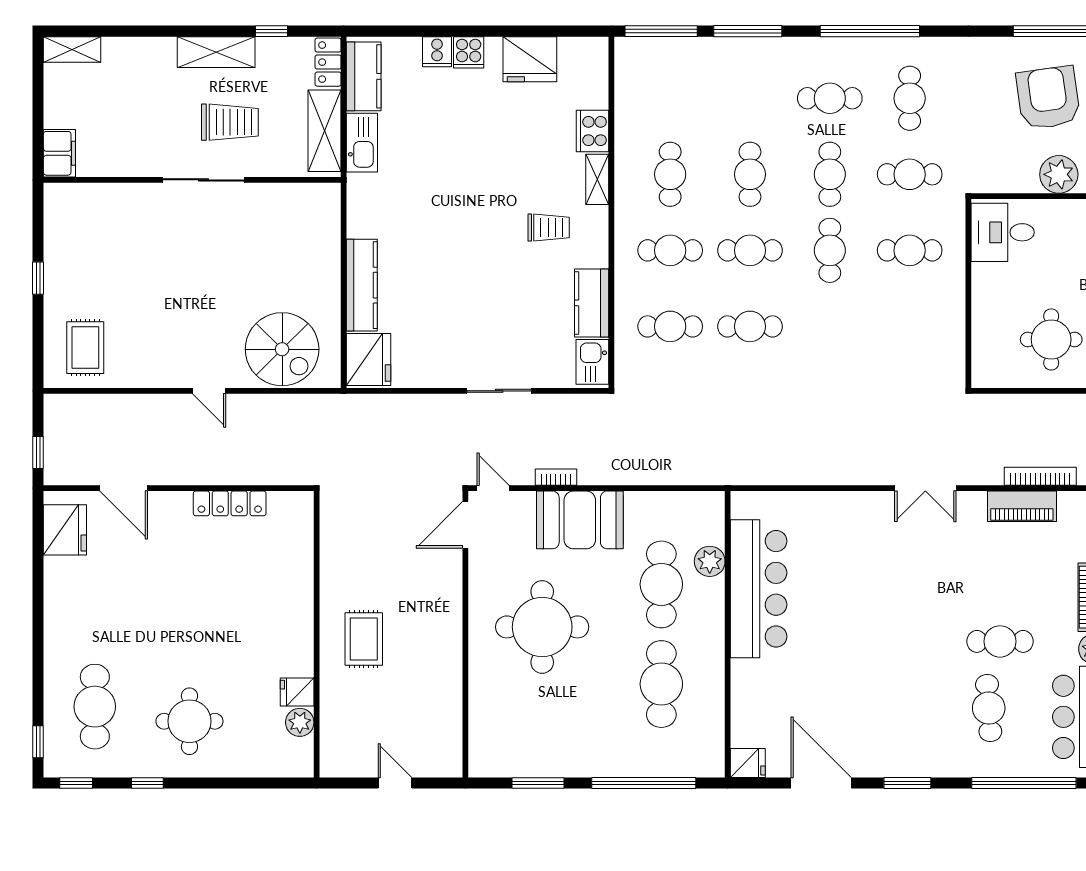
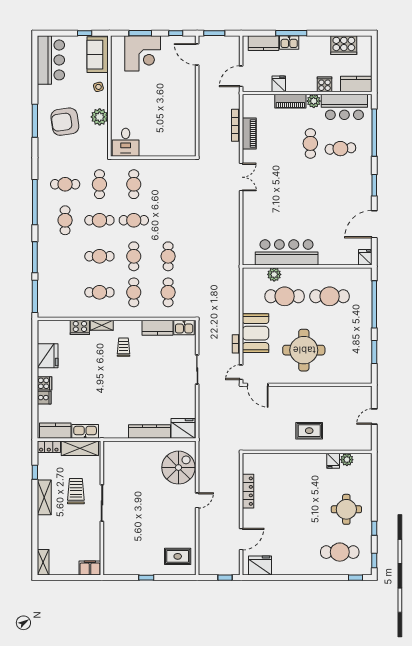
round table: (1051, 339) -> (174, 120), removed

